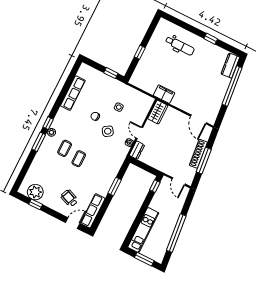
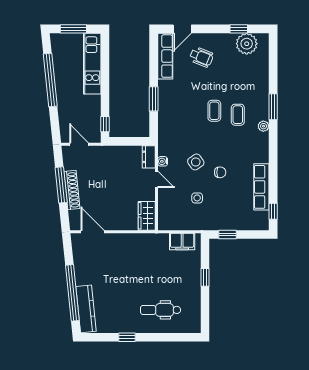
kitchen counter: (230, 66) -> (86, 309), width x1.50
filing cabinet: (164, 94) -> (182, 241), moved
window: (48, 123) -> (273, 211), moved

